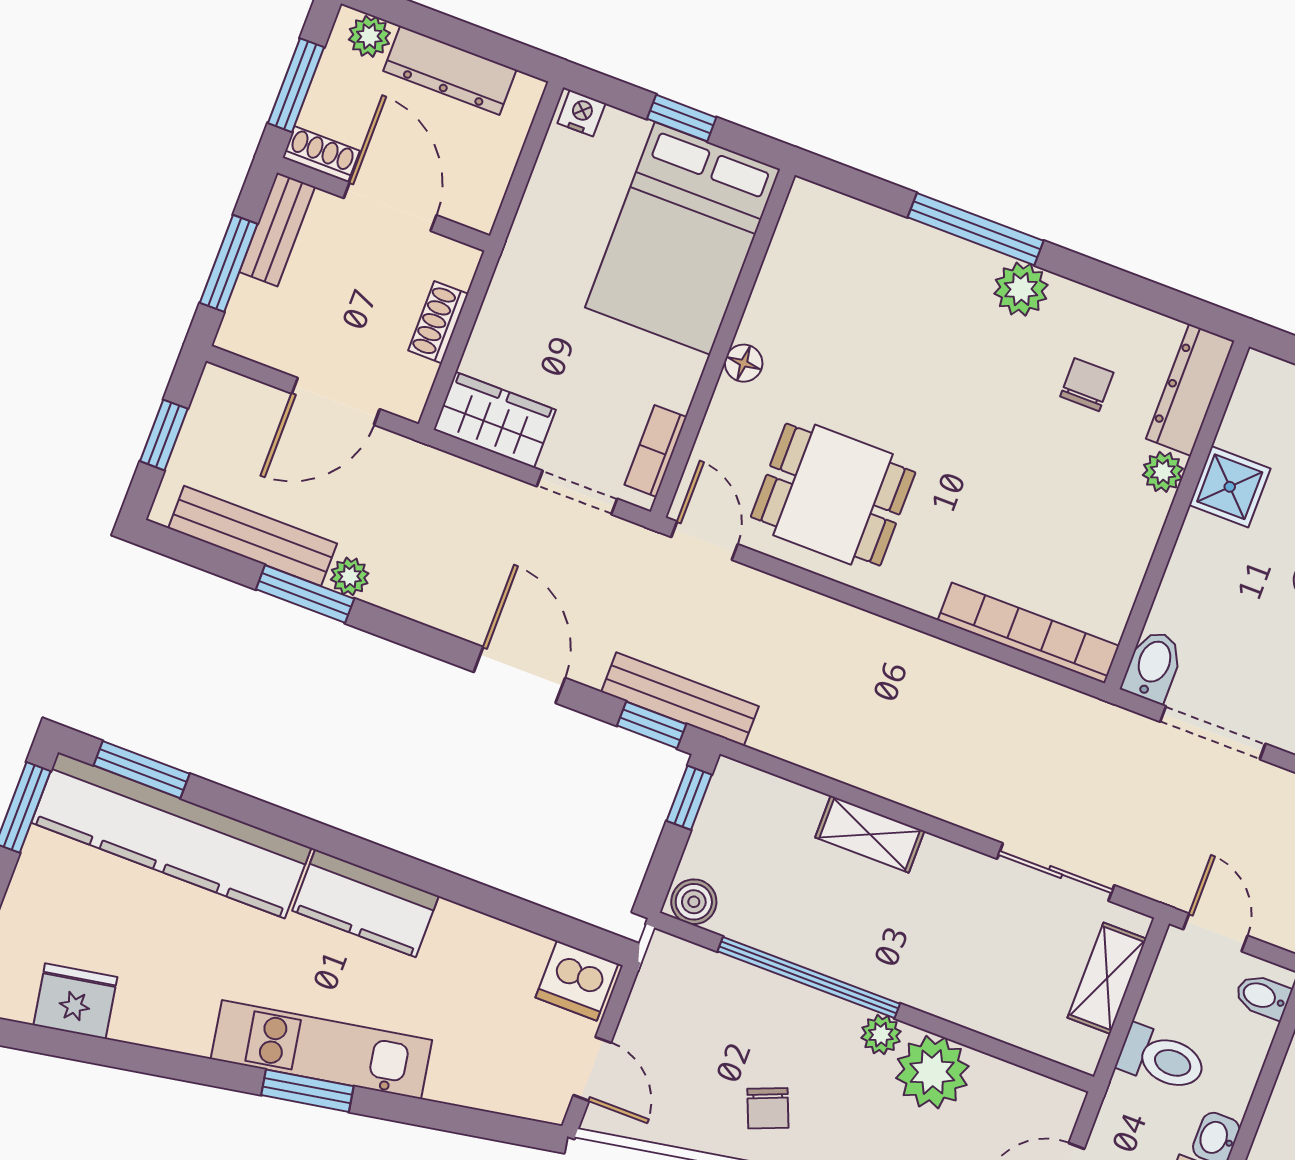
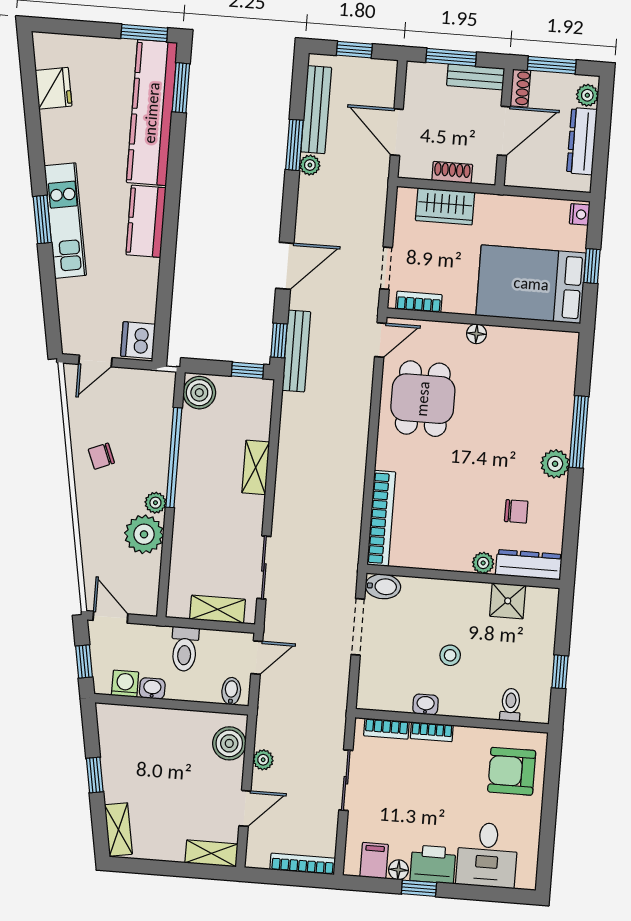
wardrobe: (495, 420) -> (445, 206), moved, turned 90
shower: (1230, 487) -> (508, 601), moved
boiler: (694, 902) -> (199, 393), width x1.36, depth x1.36

